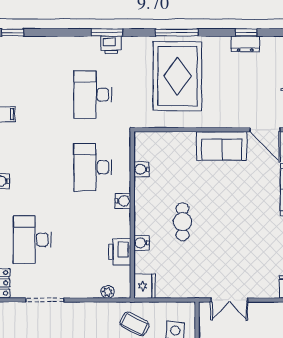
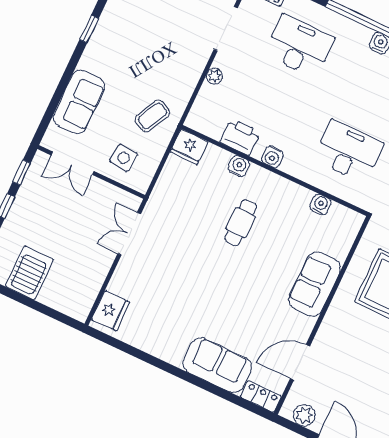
sofa: (222, 146) -> (315, 284), moved
water cooler: (123, 201) -> (273, 157), moved
cafe table: (182, 222) -> (241, 223), turned 90
plant: (108, 292) -> (214, 76), moved

